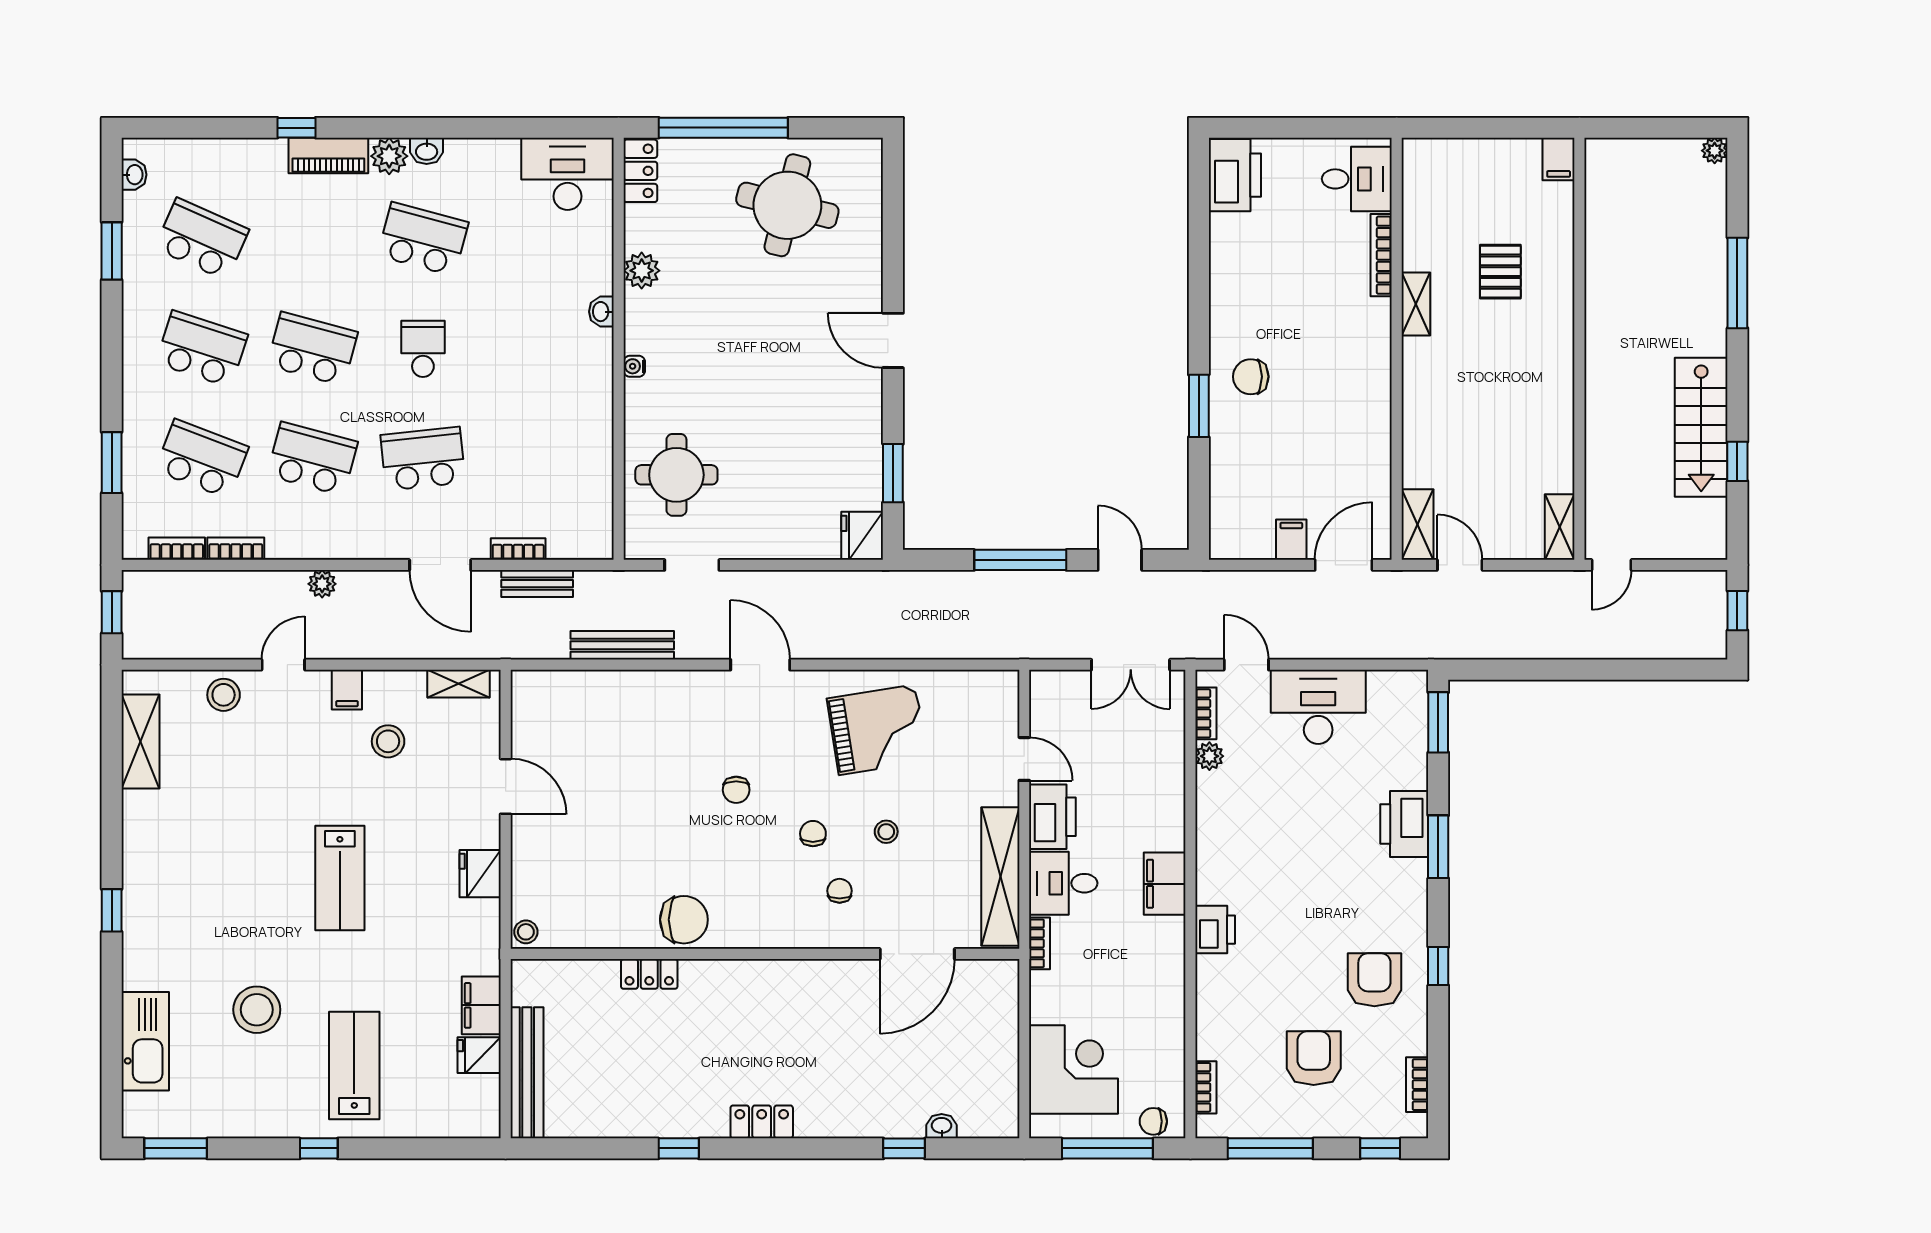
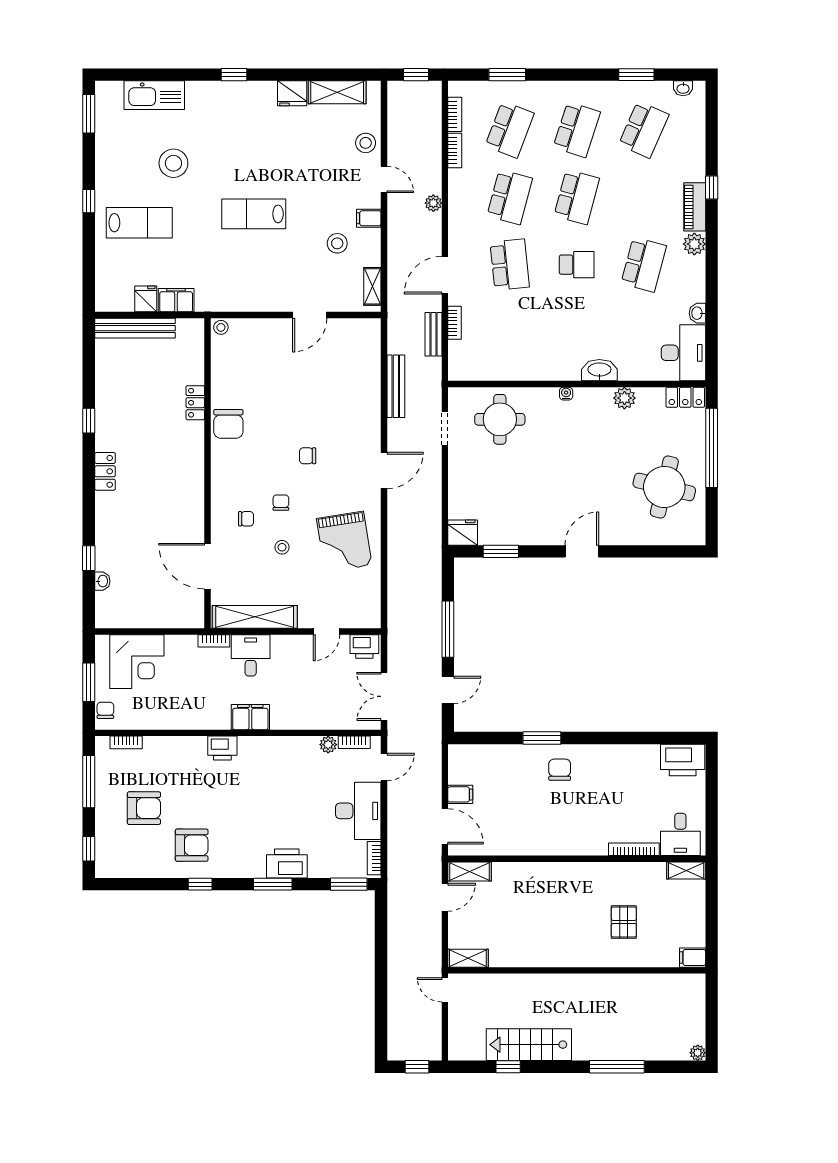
washbasin: (427, 151) -> (697, 313), moved
pallet: (1500, 272) -> (624, 922), turned 90
shelving: (1416, 304) -> (686, 870), moved
washbasin: (601, 312) -> (599, 370), width x1.91, depth x1.45
printer: (1052, 817) -> (364, 646), moved, width x0.73, depth x0.84
chair: (813, 834) -> (281, 503), turned -90
fridge: (480, 874) -> (292, 93), moved, turned 180
bookcase: (1417, 1085) -> (374, 858), moved, turned -90
window: (1107, 1148) -> (89, 682), width x0.69

